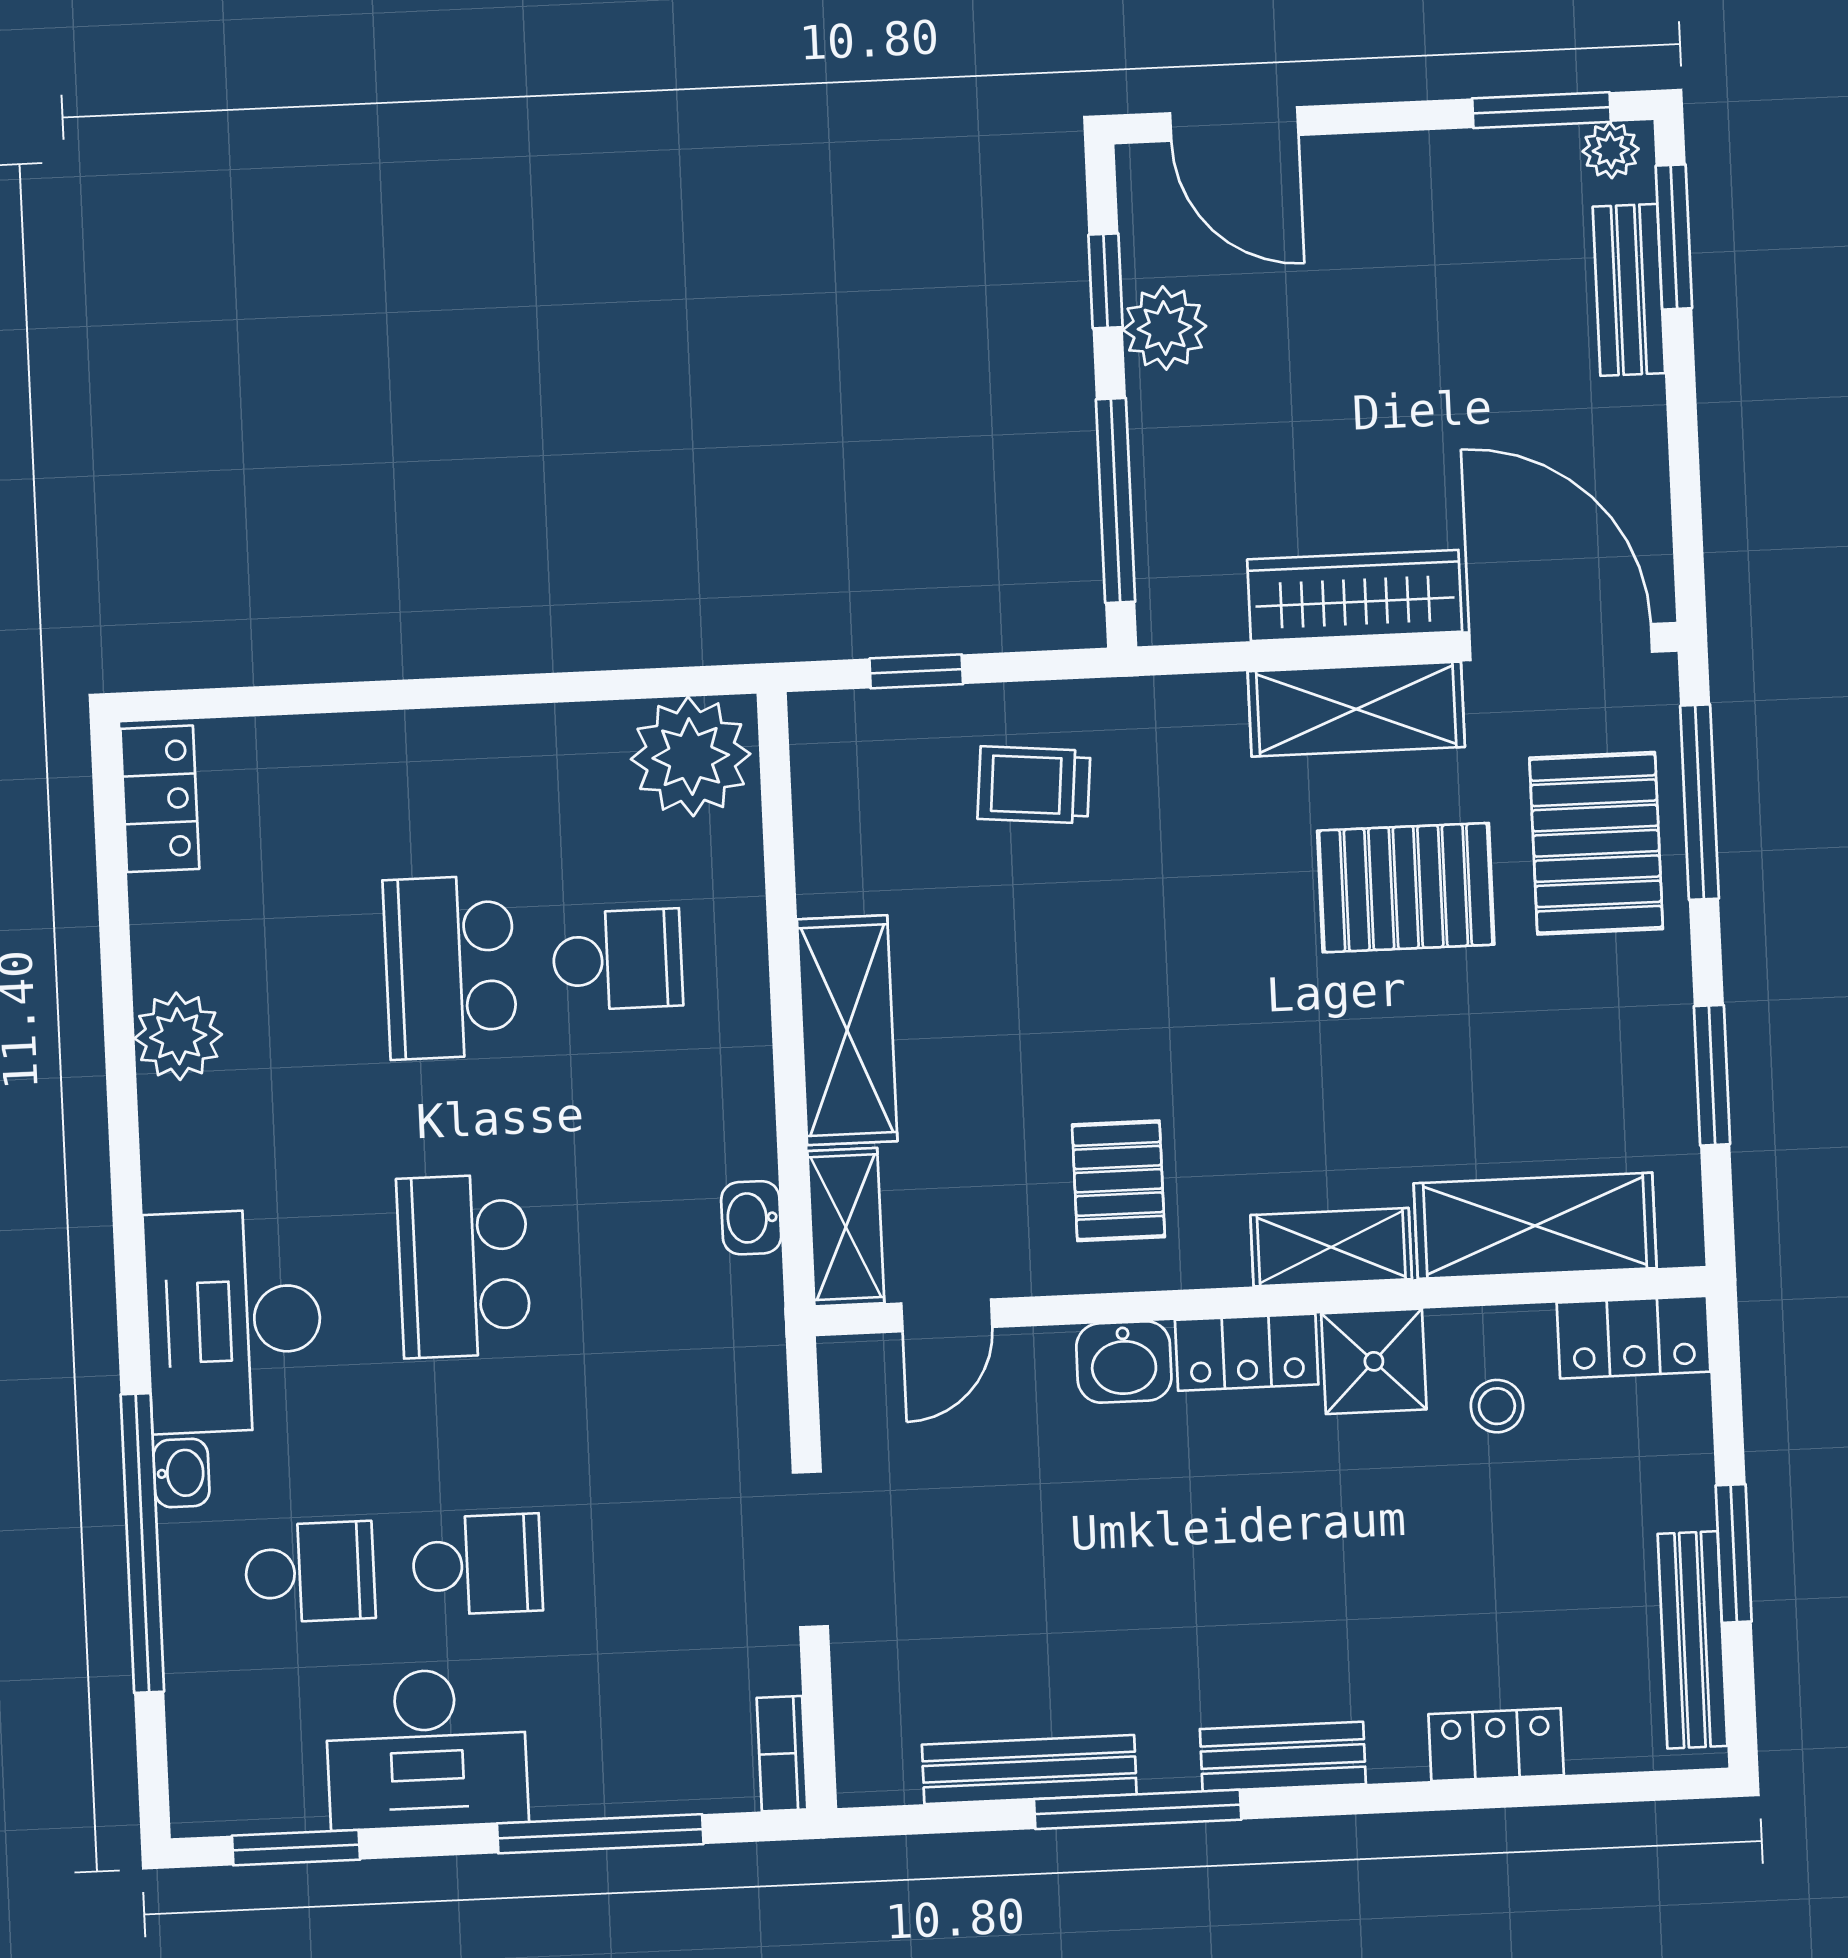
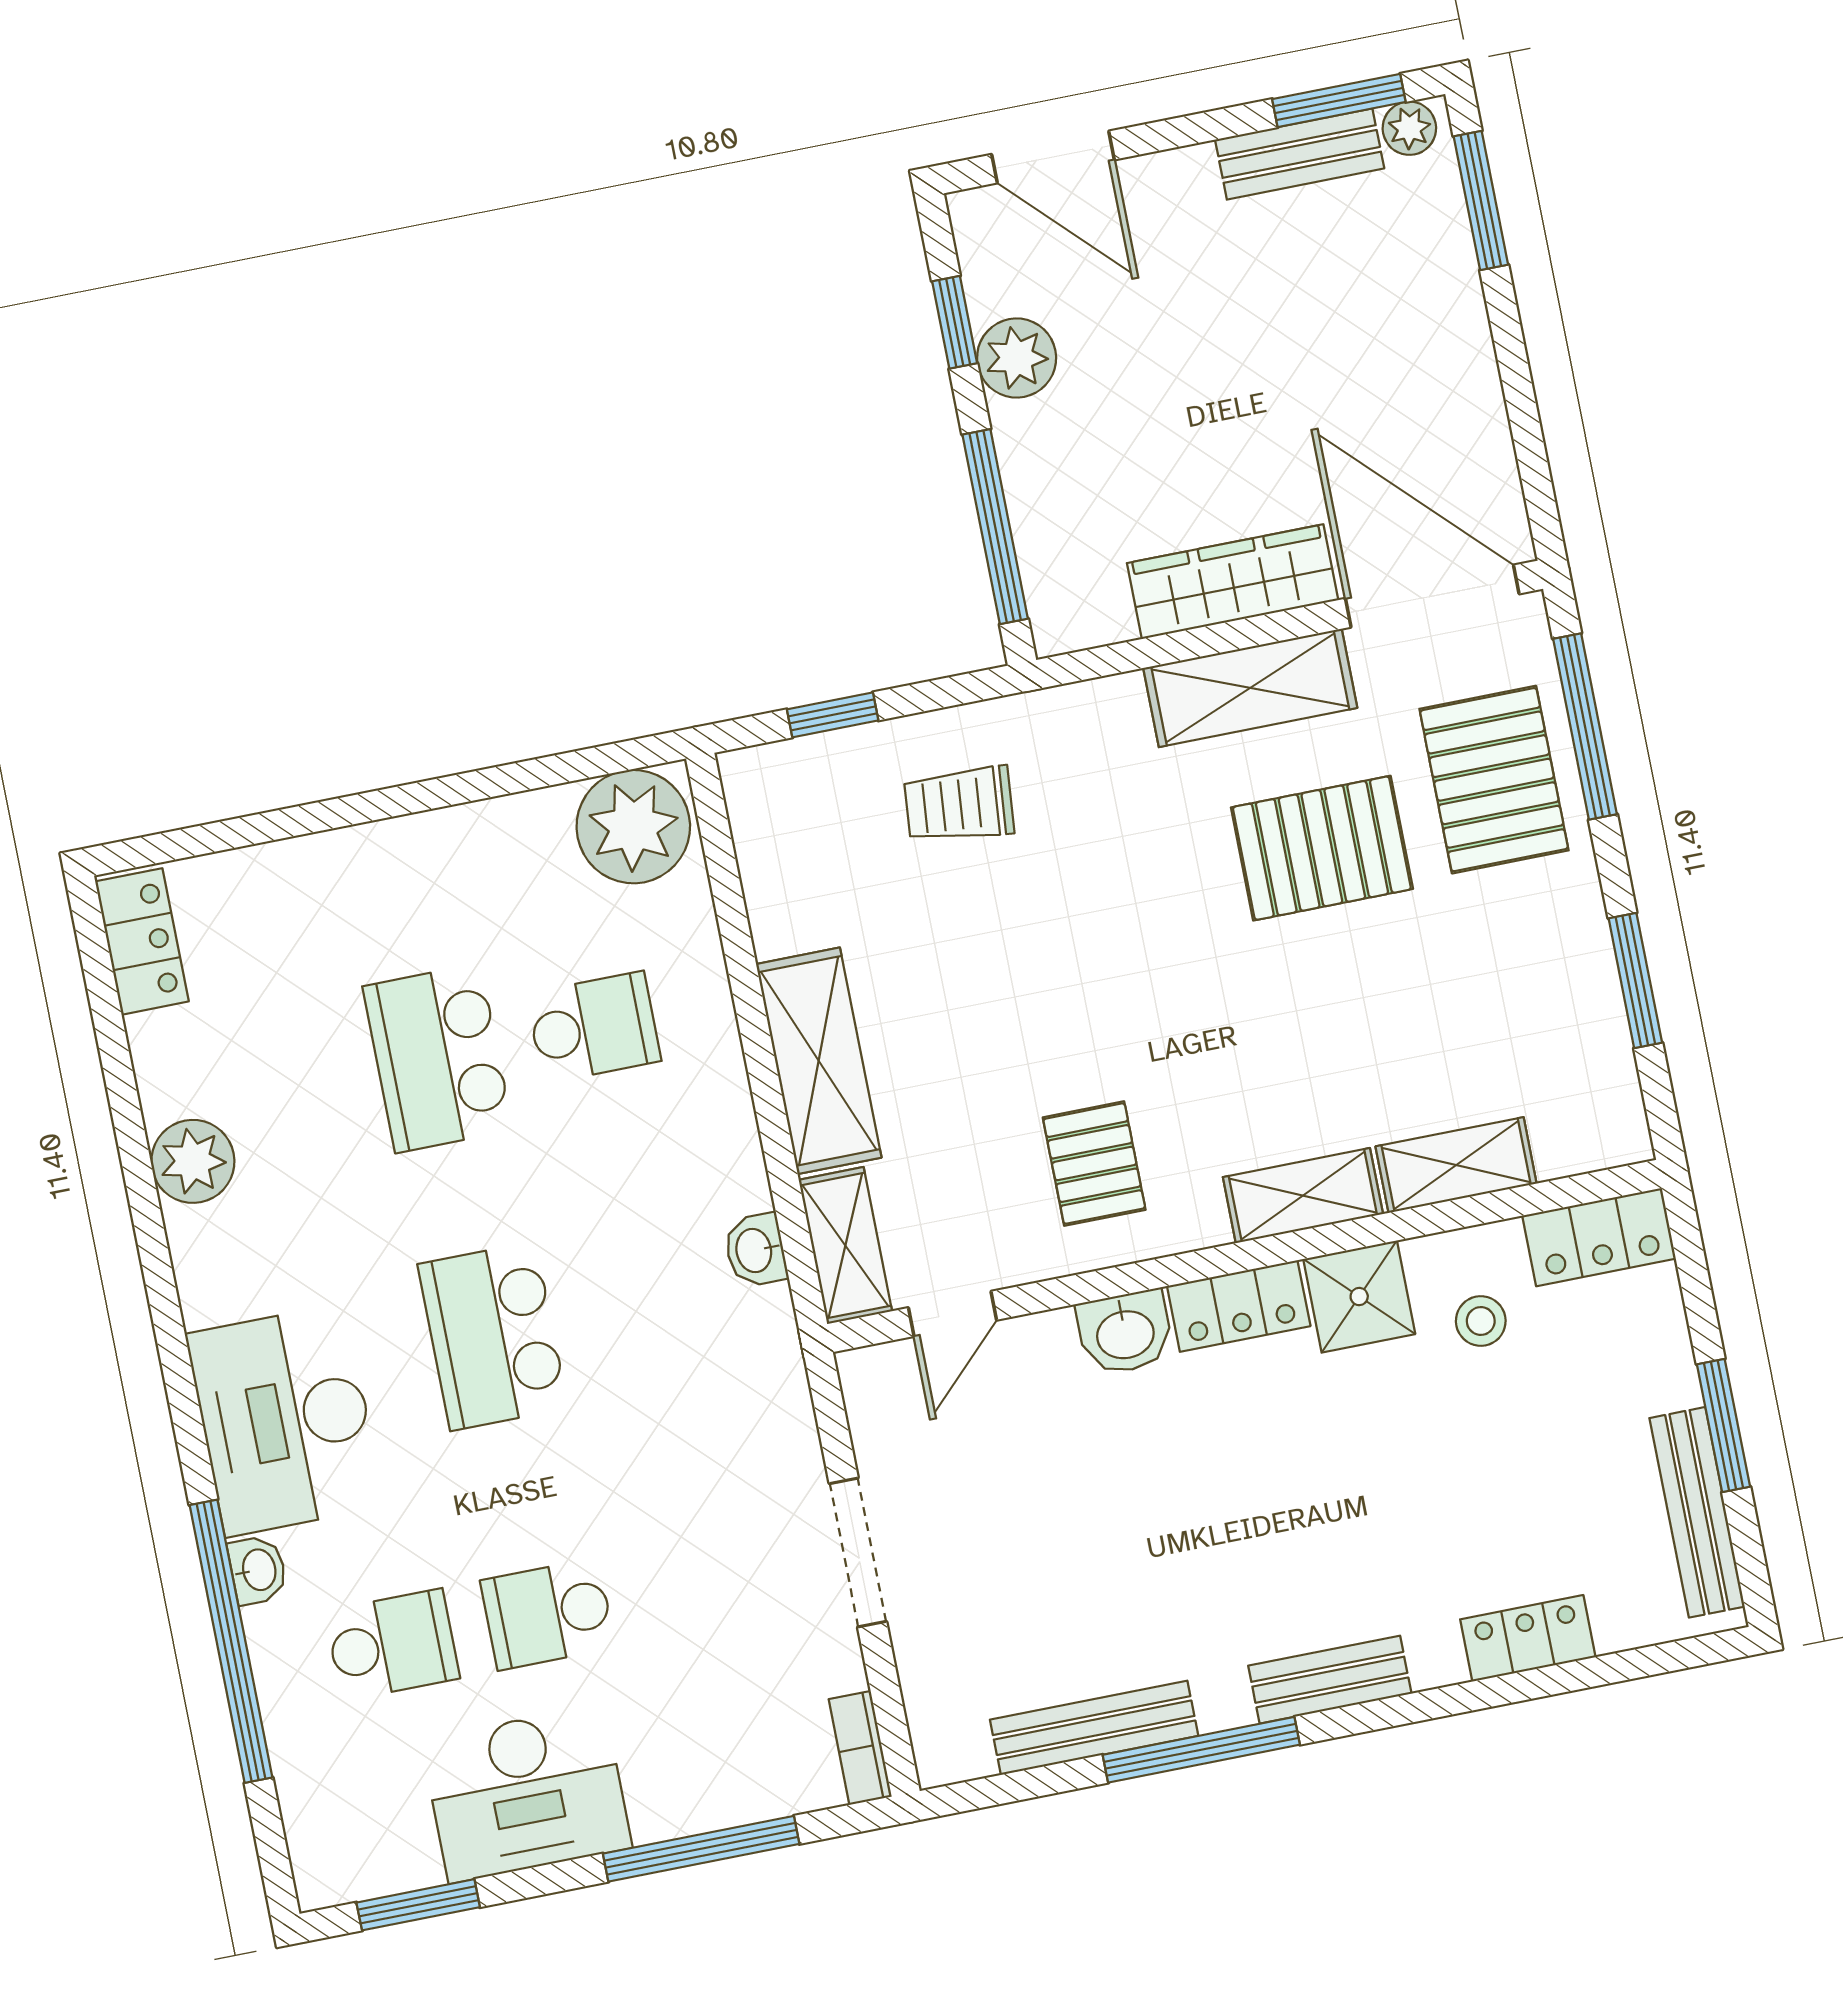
bench: (1629, 290) -> (1300, 154), moved, turned 90
shelving: (1535, 1226) -> (1456, 1165), width x0.67, depth x0.75
school desk: (477, 1565) -> (548, 1614), turned 180

